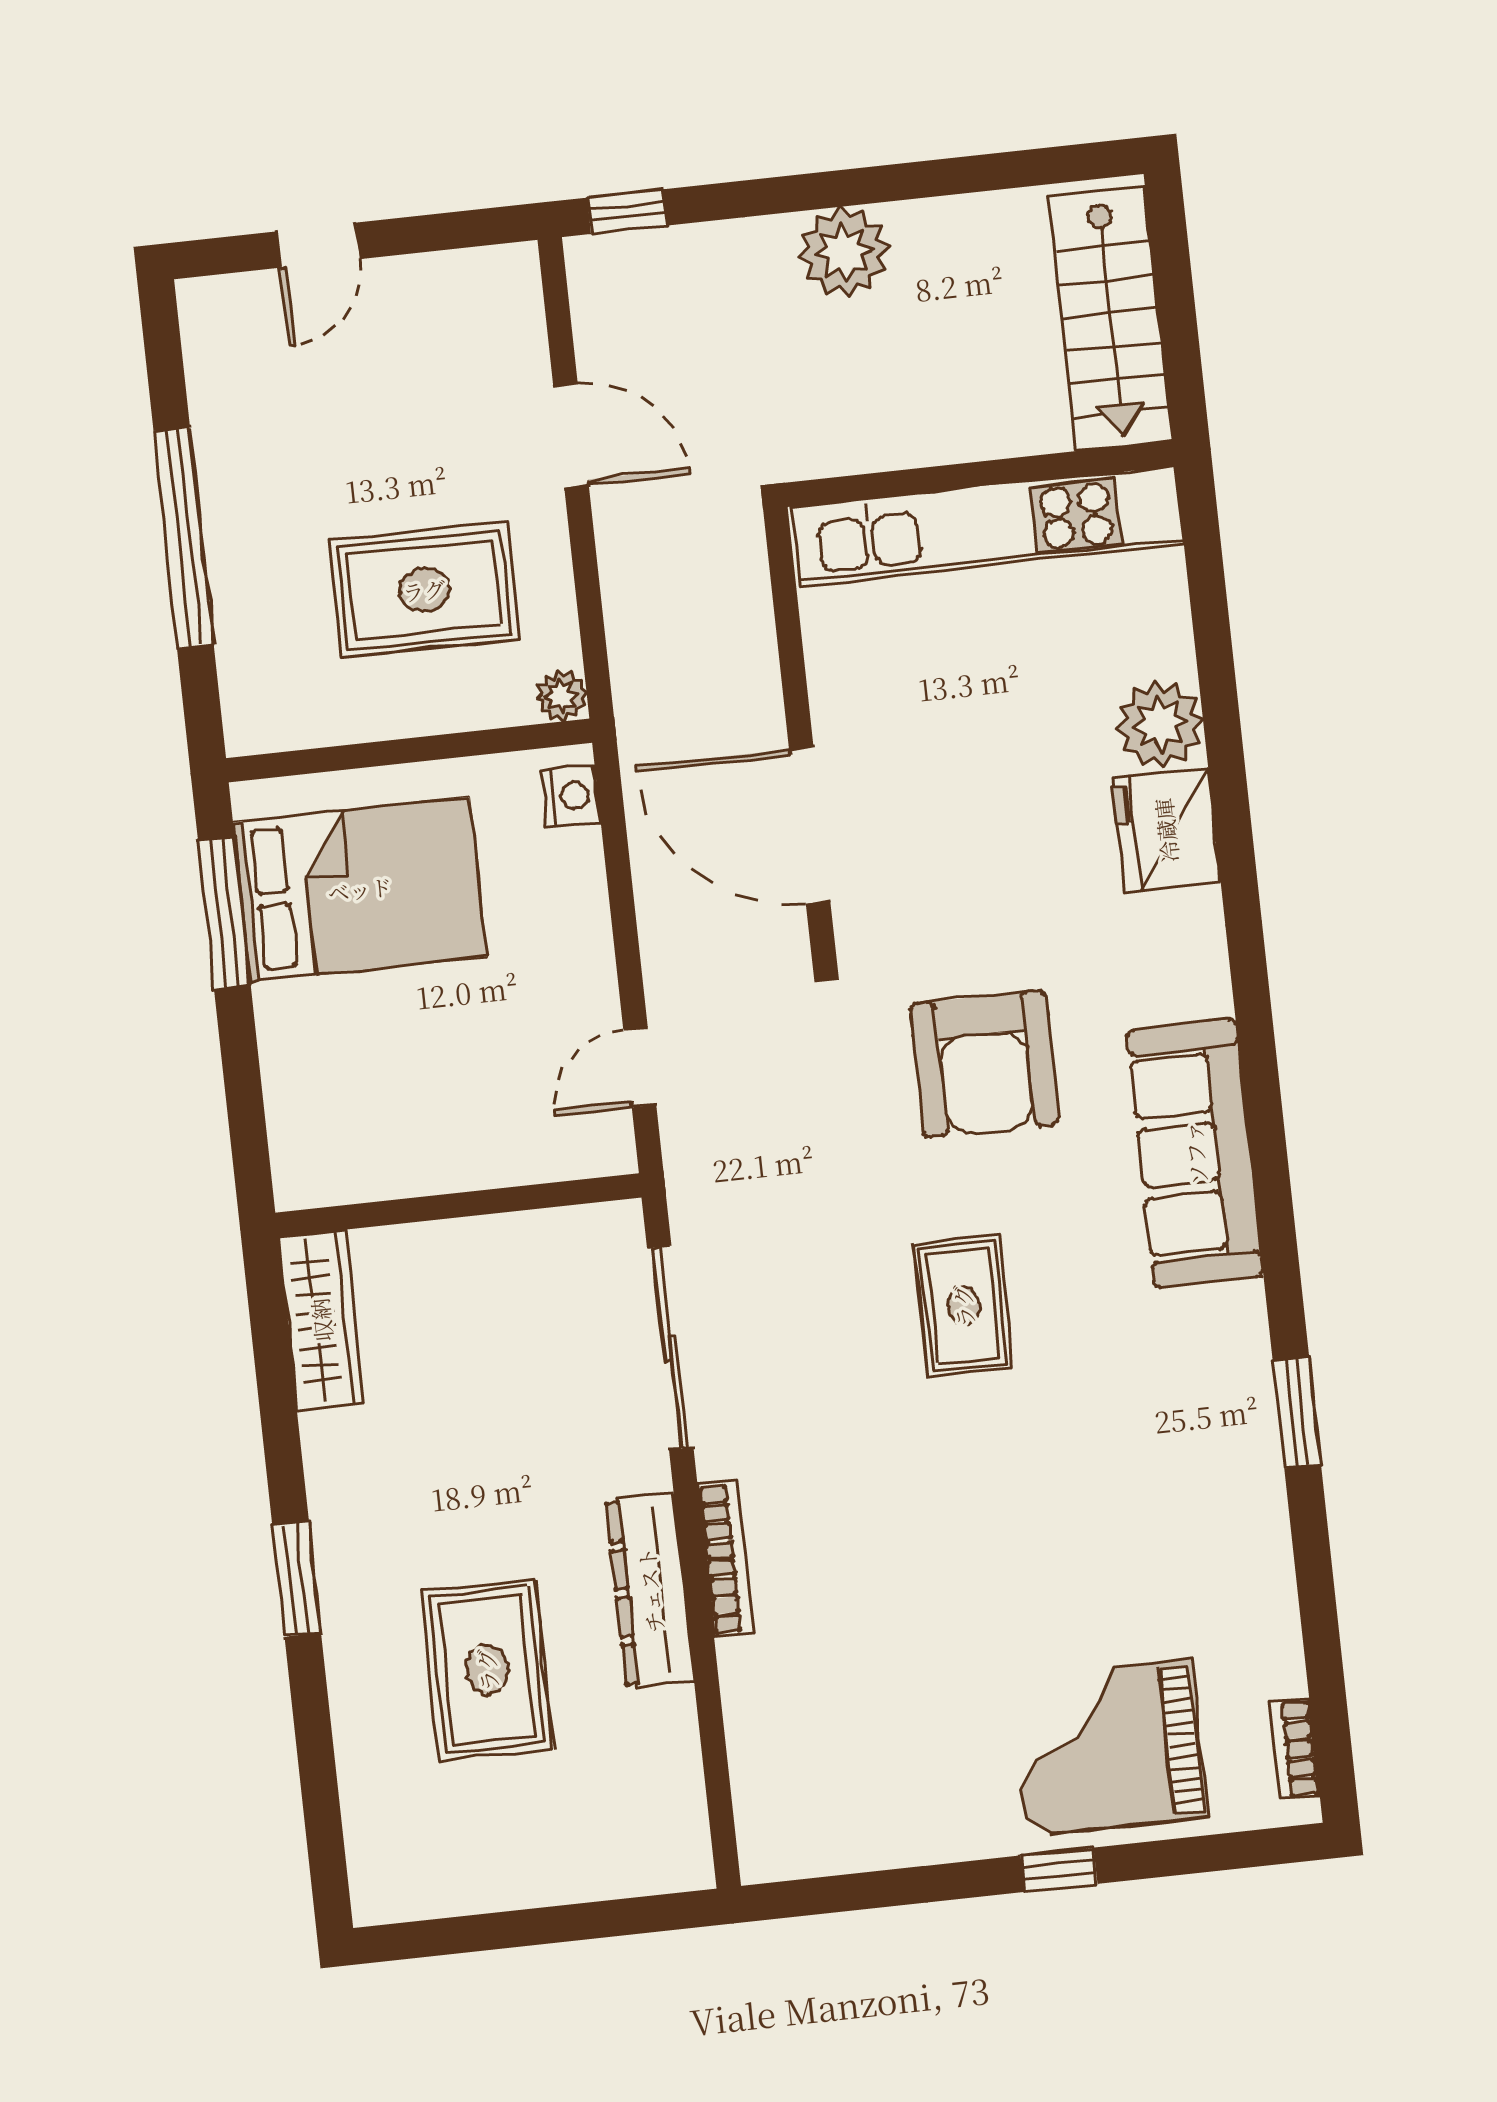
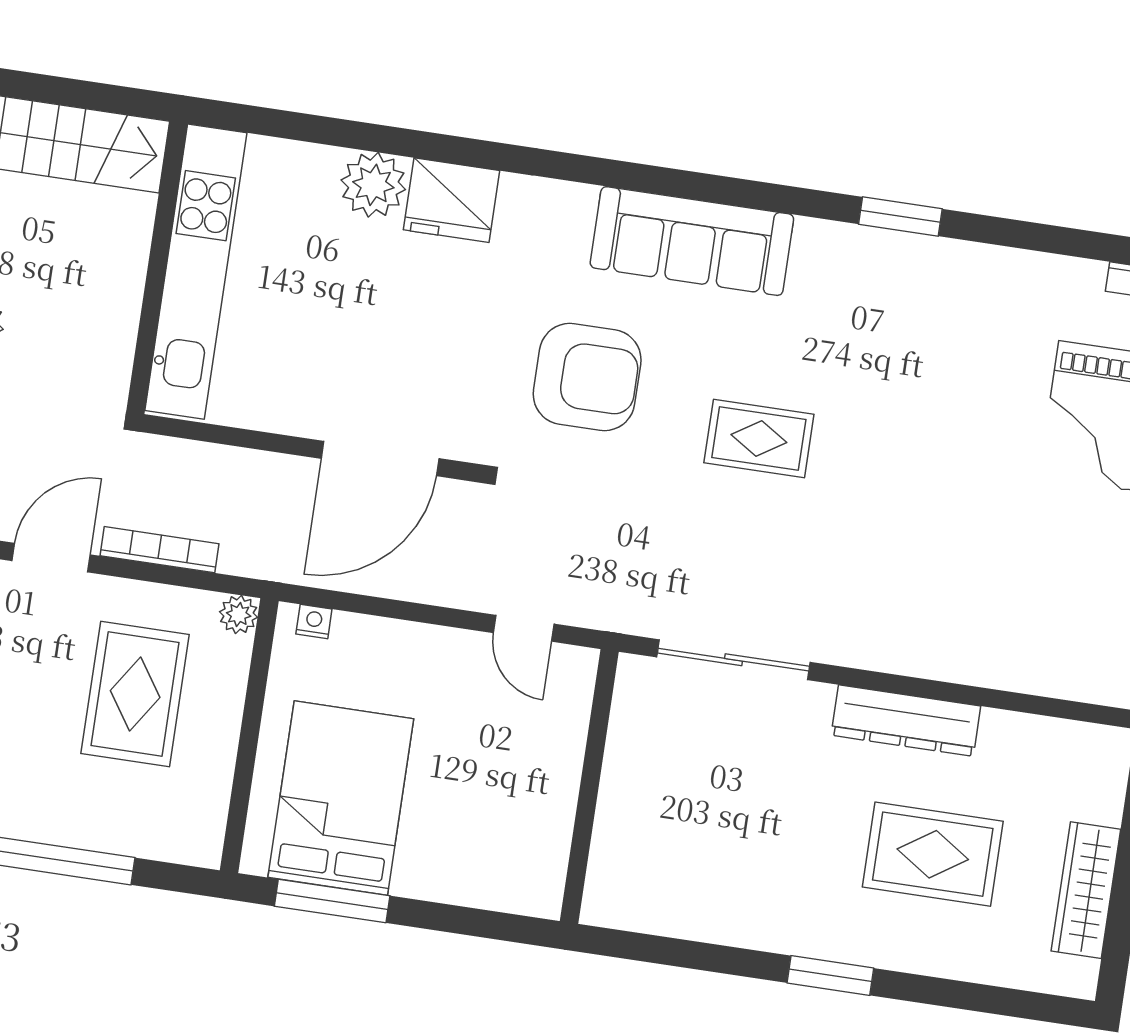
nightstand: (571, 796) -> (314, 621), width x0.72, depth x0.74
wardrobe: (321, 1320) -> (1086, 890), moved, turned -90
bookcase: (725, 1559) -> (160, 550), moved

